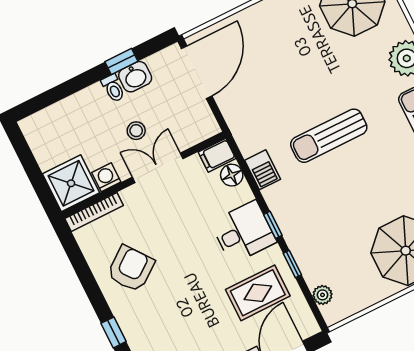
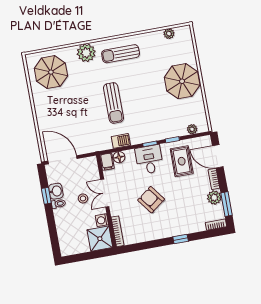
armchair: (131, 269) -> (151, 200), moved

